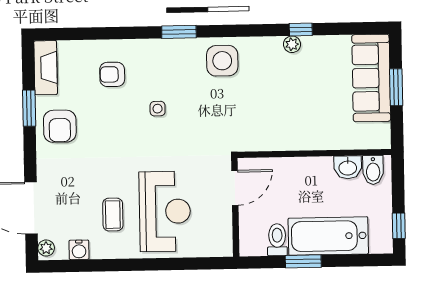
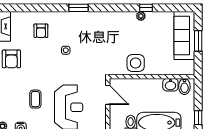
side table: (222, 61) -> (136, 63), moved
armchair: (112, 74) -> (41, 31), turned -90
door: (235, 188) -> (108, 95), hinge flipped
coffee table: (113, 215) -> (35, 99), moved

